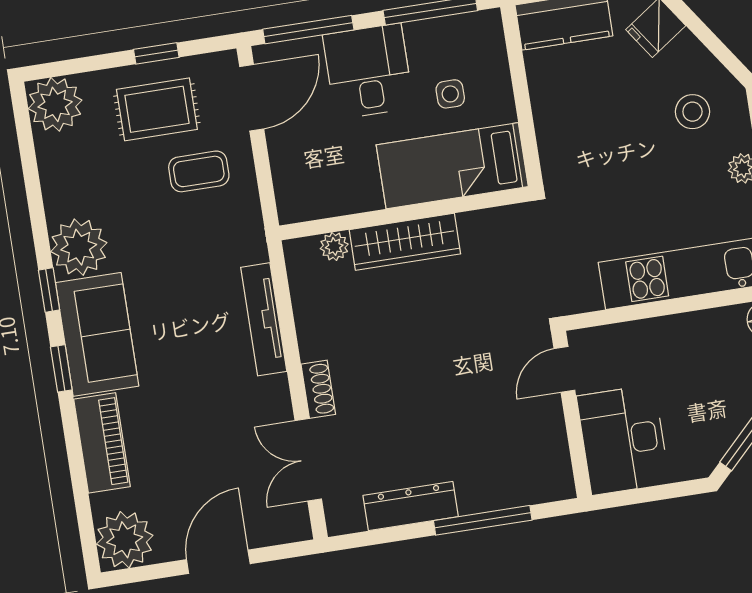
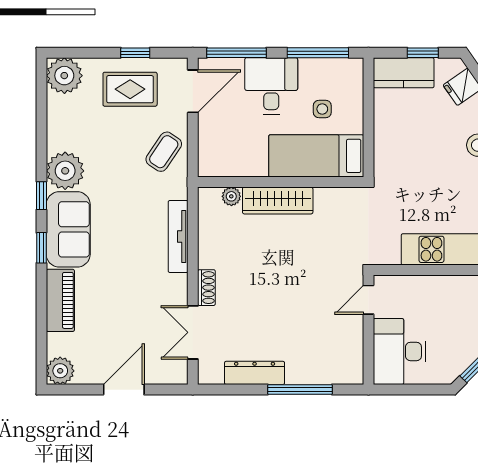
coffee table: (199, 171) -> (164, 152), moved, turned -56
plant: (125, 540) -> (60, 371), width x0.73, depth x0.73

